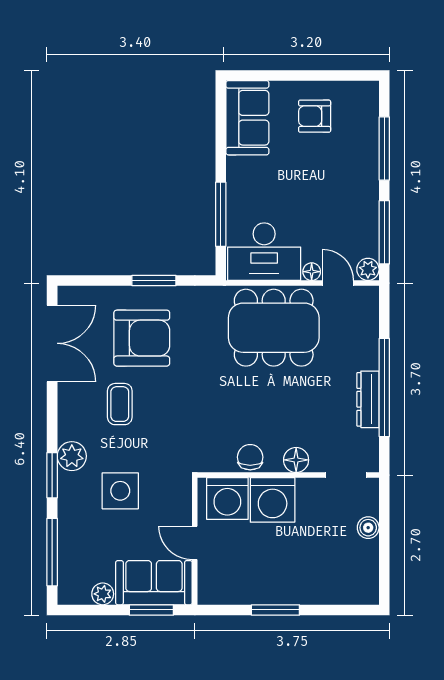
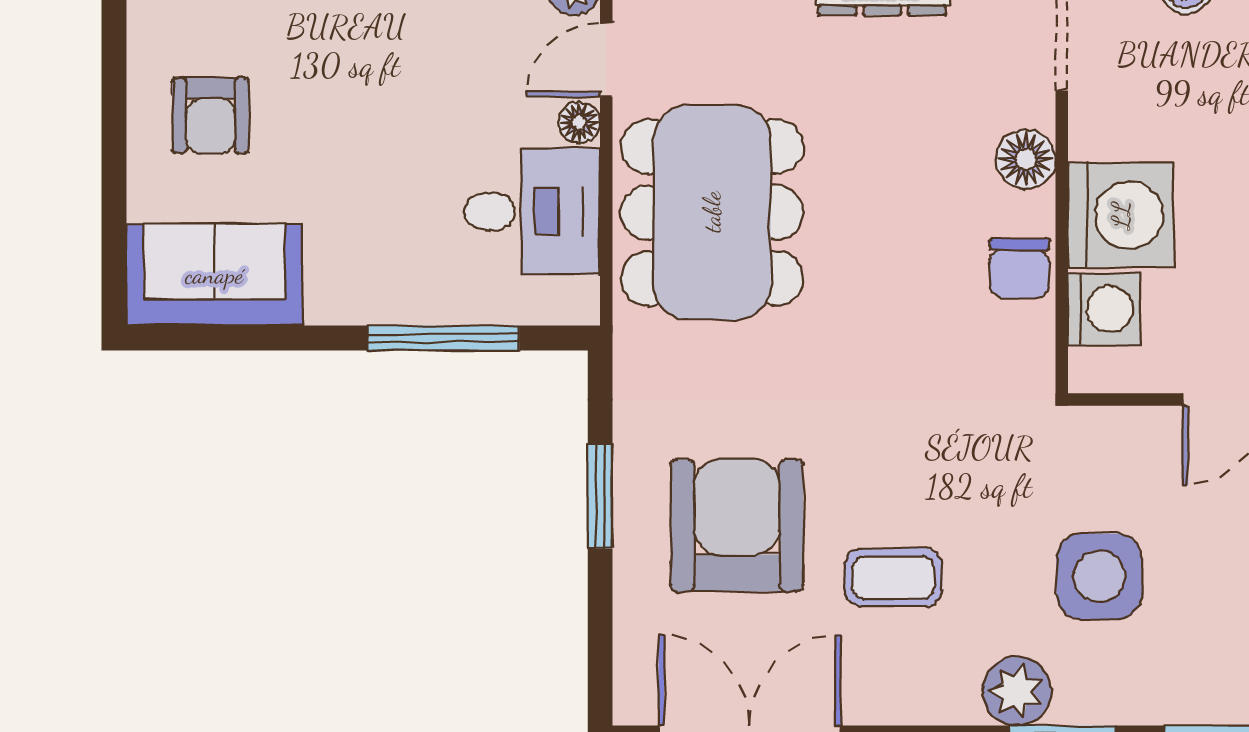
desk: (264, 252) -> (532, 211), width x0.73
chair: (250, 457) -> (1019, 268), turned -90
washing machine: (227, 498) -> (1104, 309), width x0.73, depth x0.73

